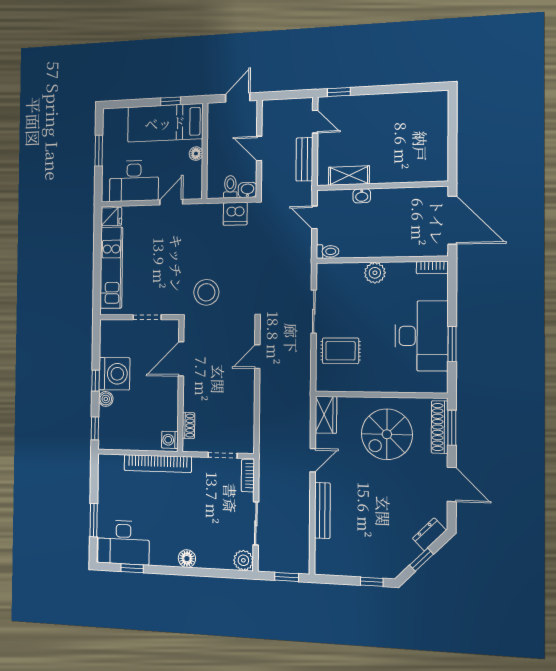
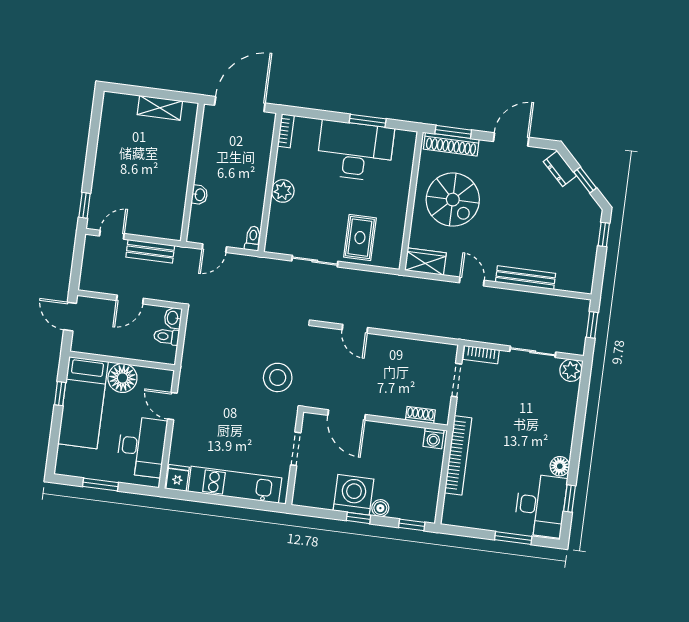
floor lamp: (196, 154) -> (122, 378), width x1.89, depth x1.89
shelving: (349, 176) -> (160, 108), moved, turned 90
dishwasher: (235, 214) -> (197, 335), removed
floor lamp: (187, 559) -> (560, 466), moved

